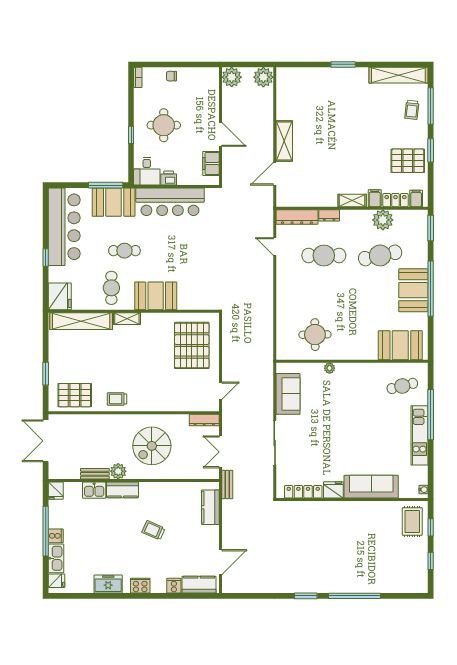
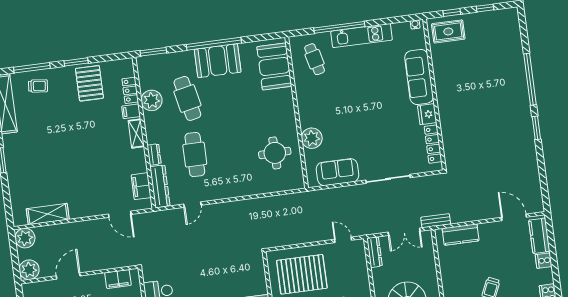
door: (220, 134) -> (68, 276), moved
shelving: (284, 141) -> (48, 214), moved
filing cabinet: (416, 198) -> (141, 186), moved, width x2.00
plant: (330, 368) -> (312, 138), width x1.87, depth x1.87

